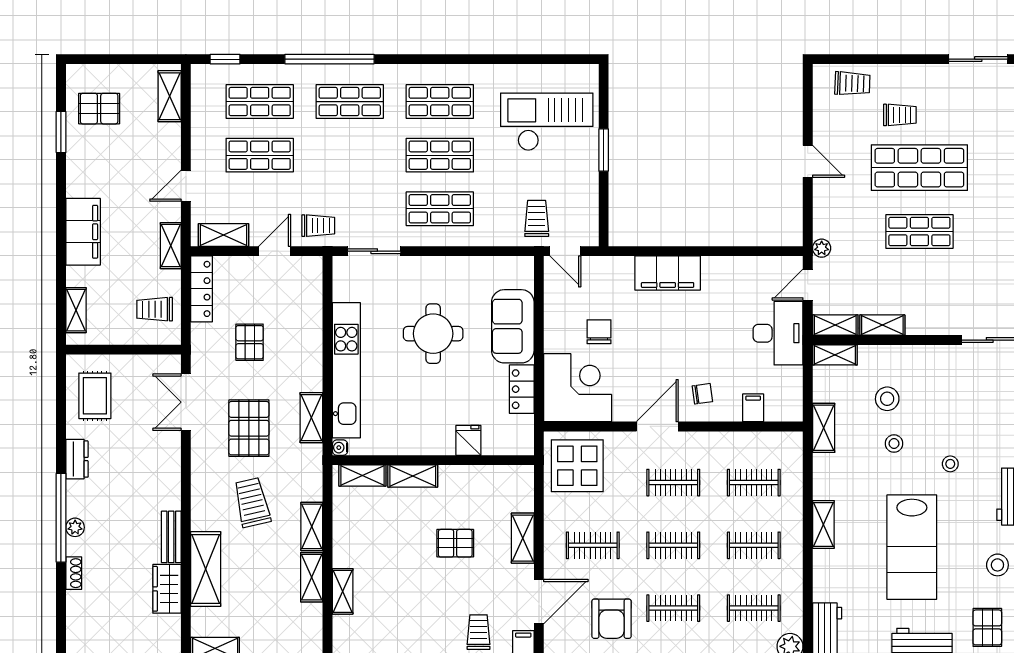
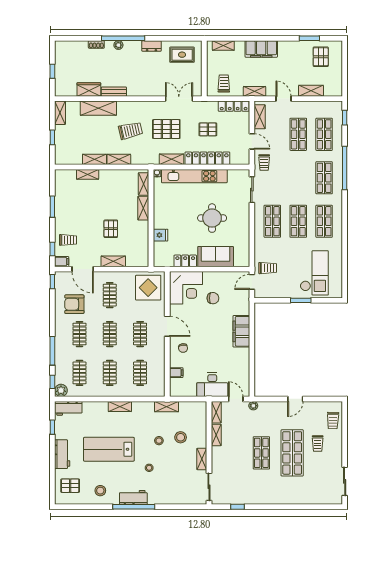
shelving: (170, 96) -> (311, 91), moved
locker: (309, 343) -> (207, 158), added
shelving: (835, 355) -> (202, 459), moved

